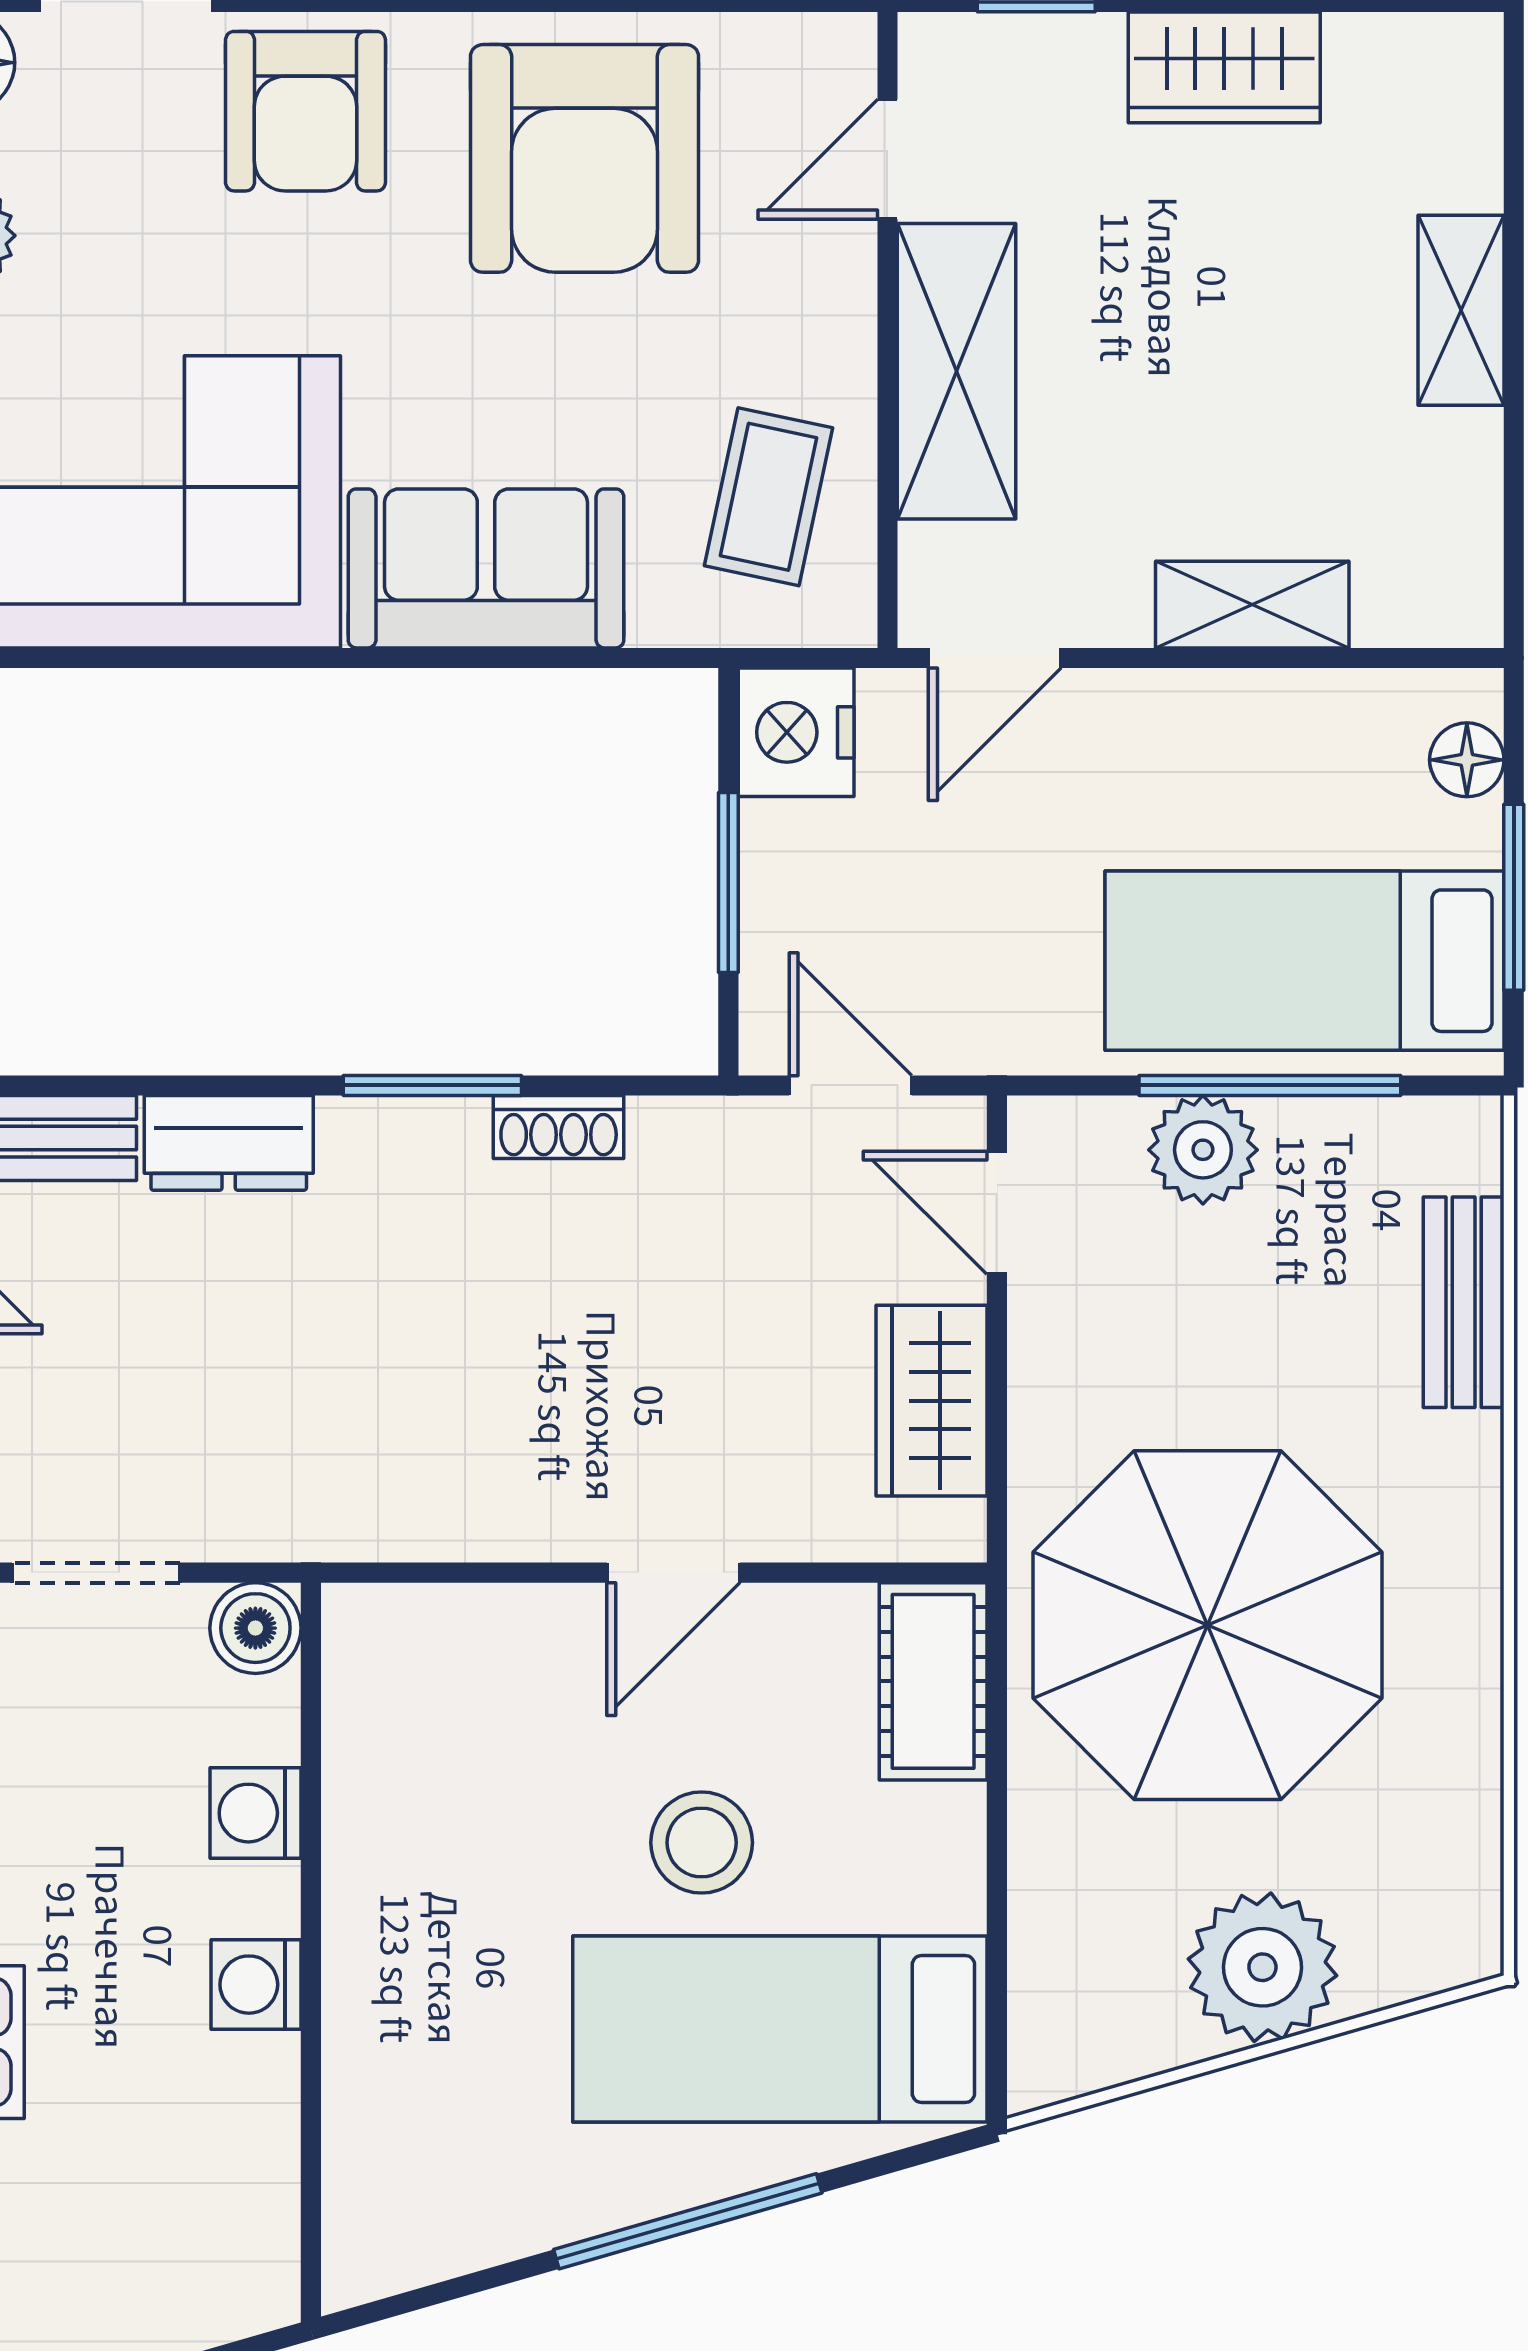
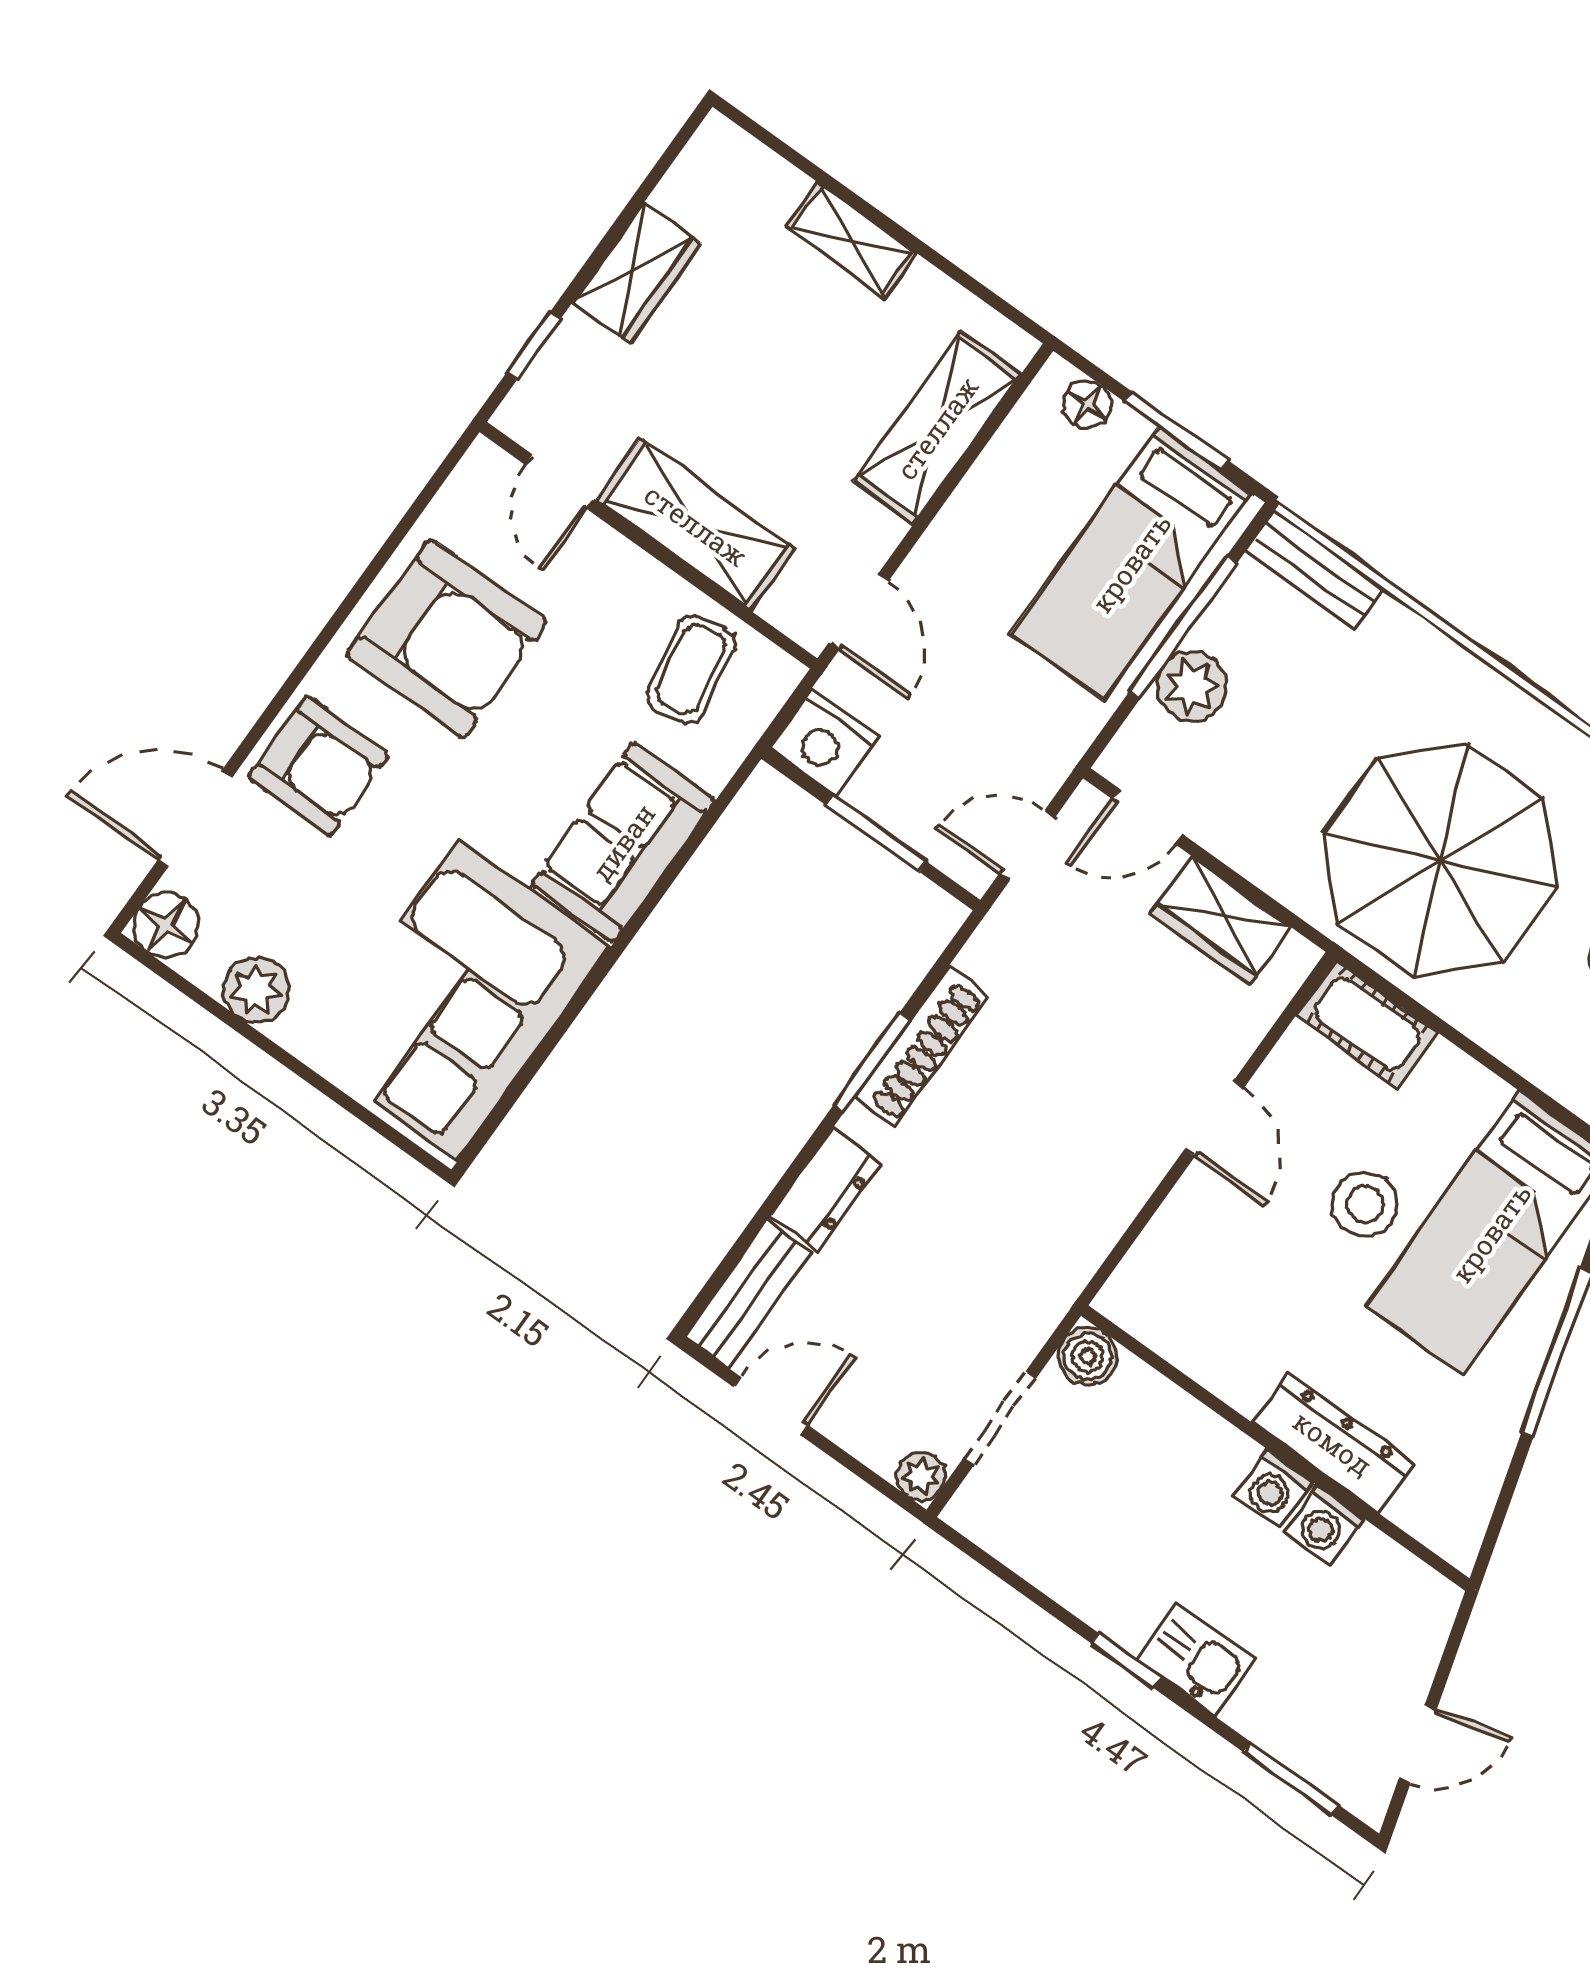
coffee table: (769, 497) -> (691, 669), turned 68
shelving: (1252, 605) -> (937, 428), width x1.50, depth x1.33
shoe rack: (559, 1127) -> (921, 1047), width x1.94, depth x1.24
bench: (1464, 1302) -> (1315, 570), moved
washing machine: (256, 1813) -> (1324, 1525), moved
dresser: (369, 2020) -> (1333, 1443), added

